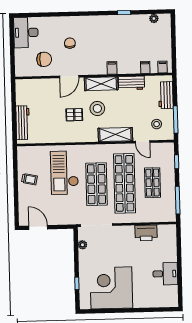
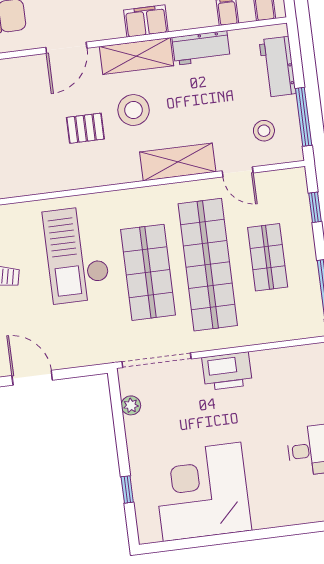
filing cabinet: (112, 68) -> (146, 21), width x2.00
printer: (146, 233) -> (227, 371), moved

